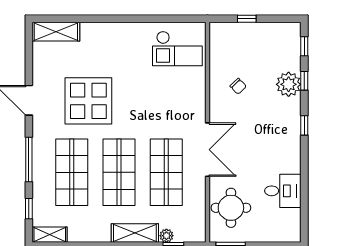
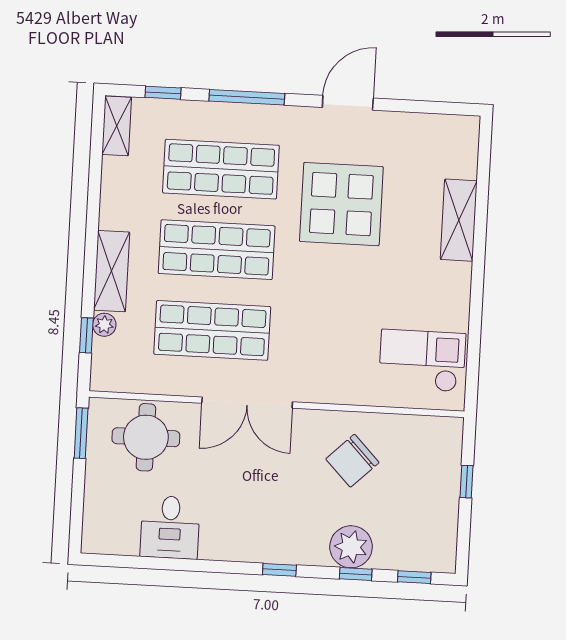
shelving: (56, 32) -> (459, 220), moved
checkout: (177, 49) -> (422, 361), turned 90
chair: (238, 86) -> (352, 461), width x1.87, depth x1.87

